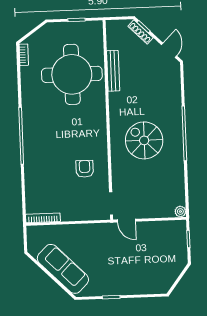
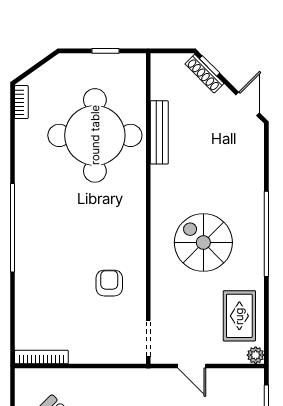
rug: (169, 187) -> (239, 316), added
door: (126, 221) -> (192, 366), moved

